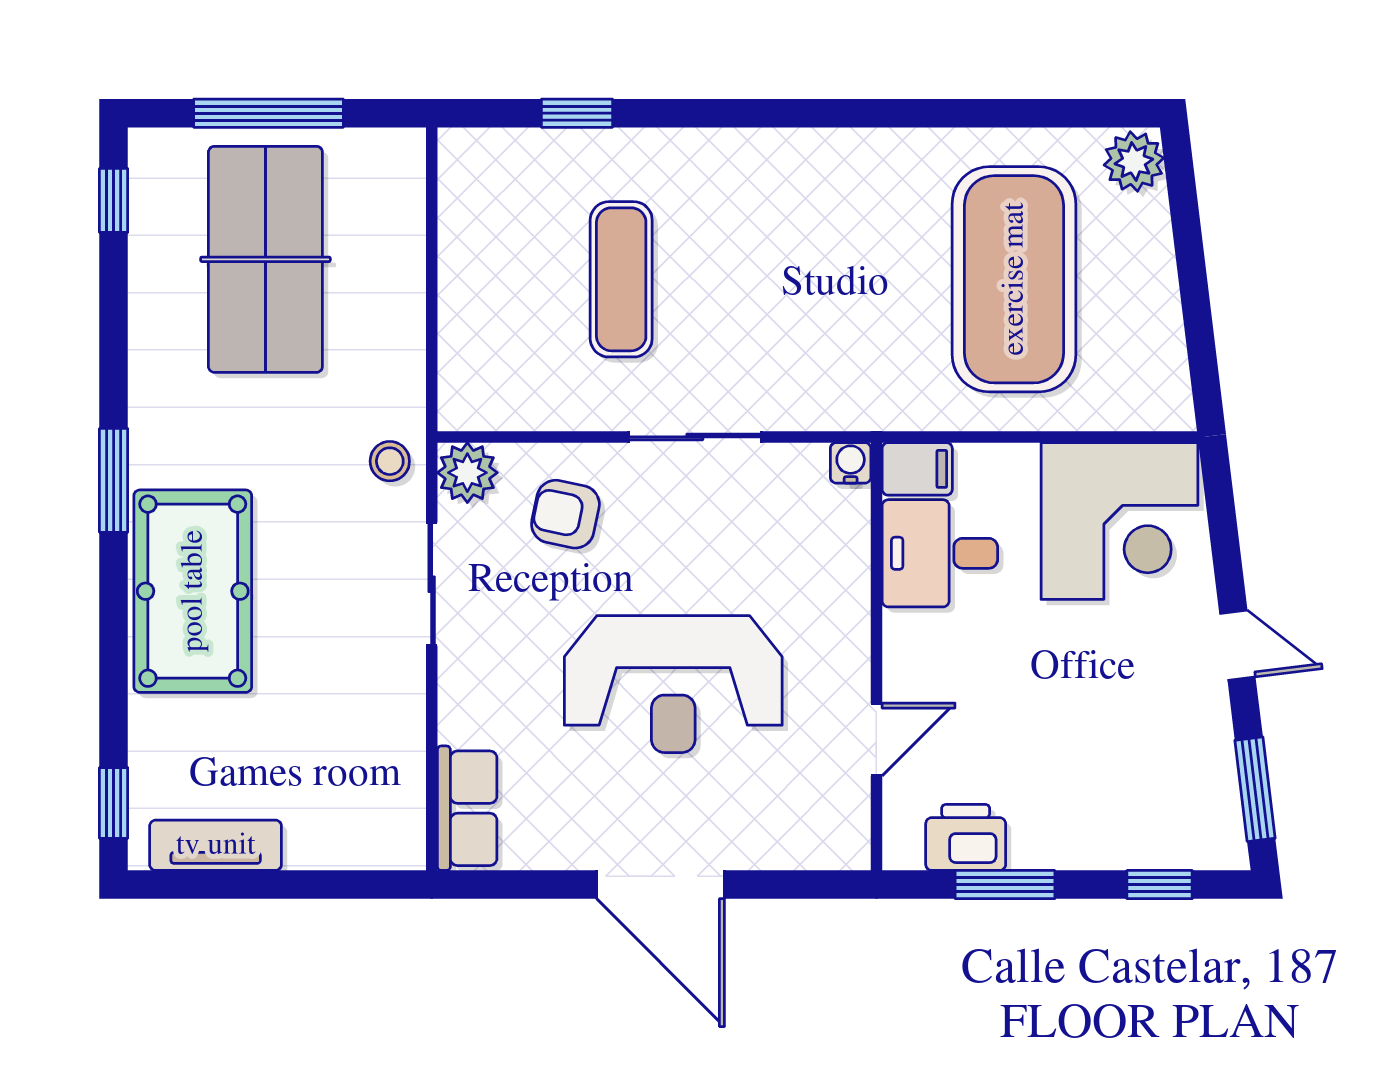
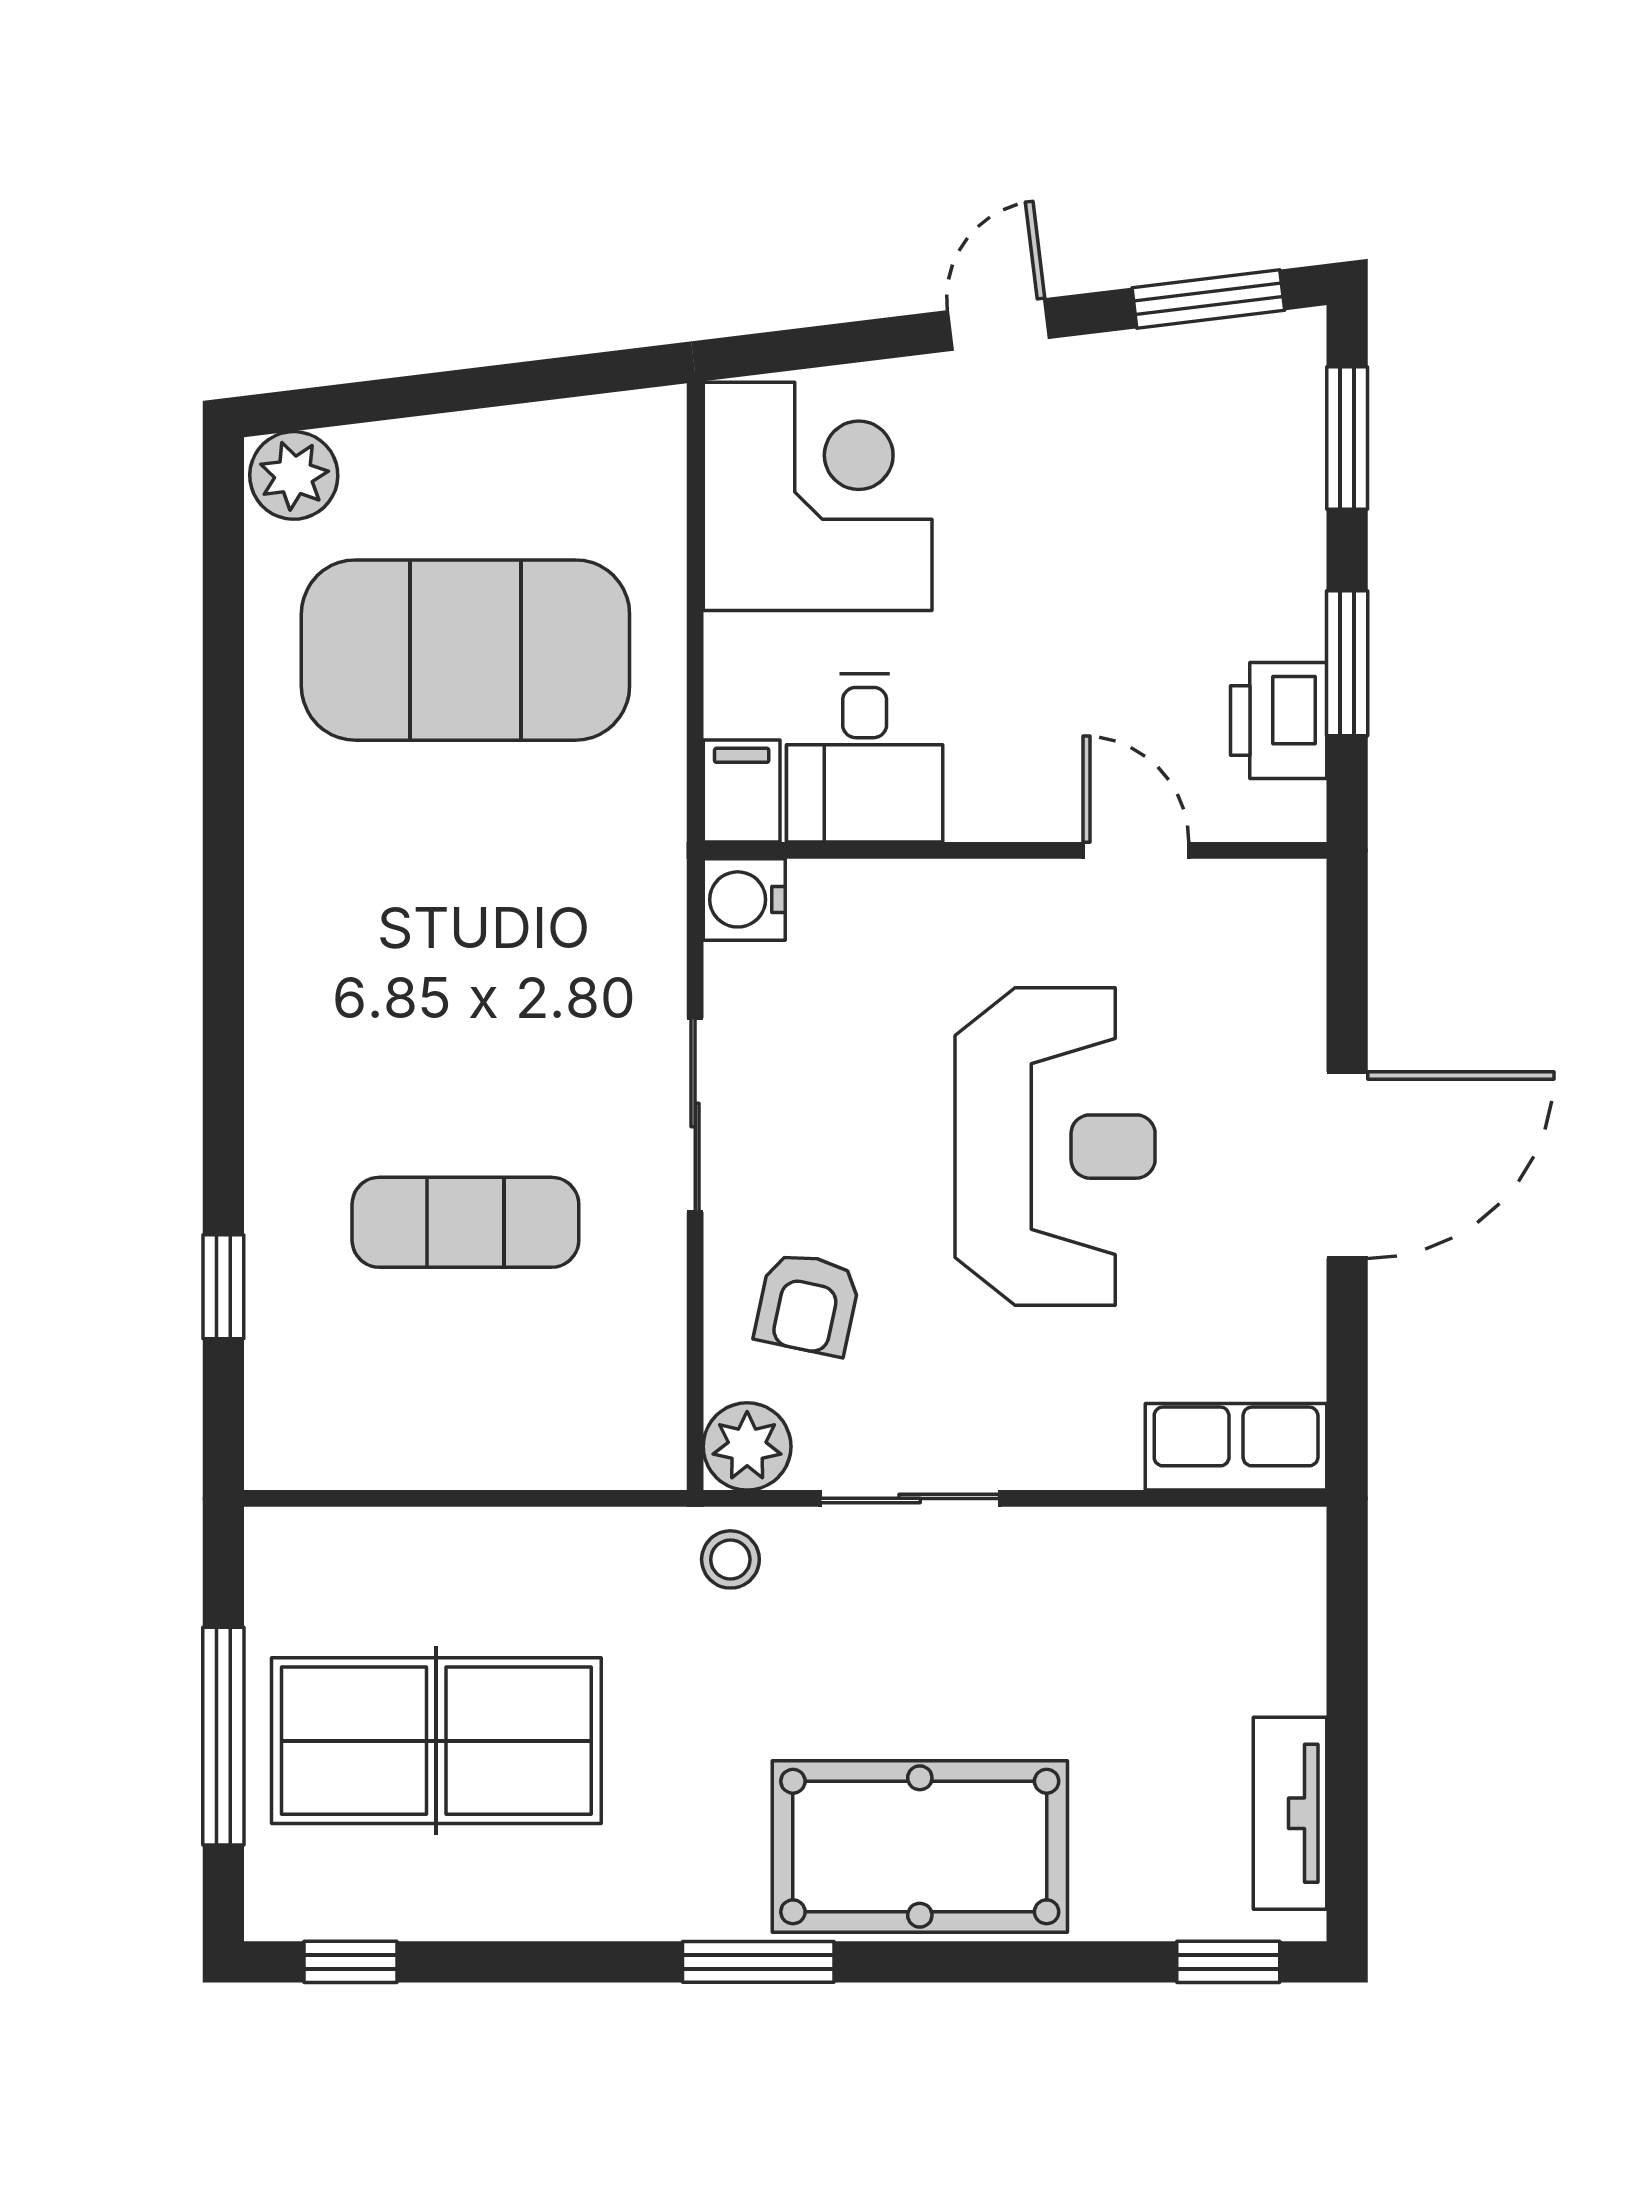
water cooler: (851, 463) -> (744, 899), width x1.38, depth x1.38
window: (1160, 885) -> (1347, 438), width x1.50

